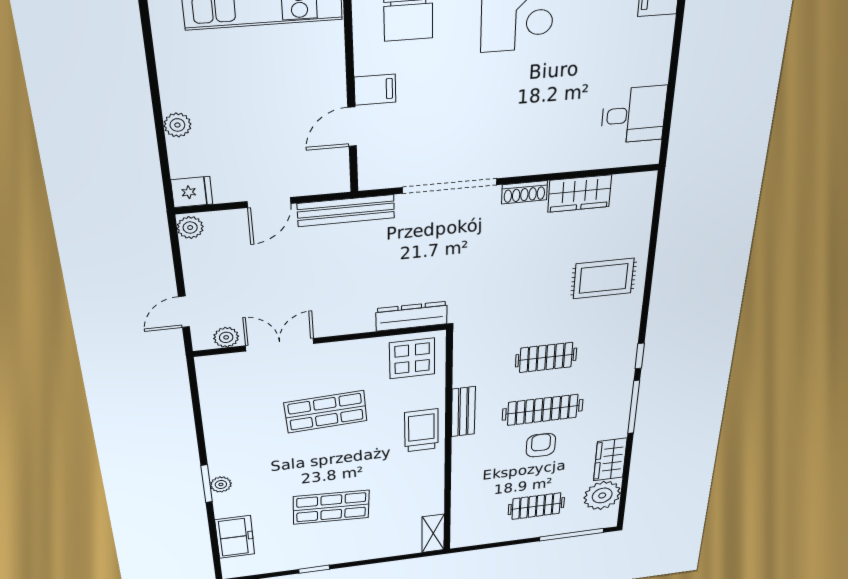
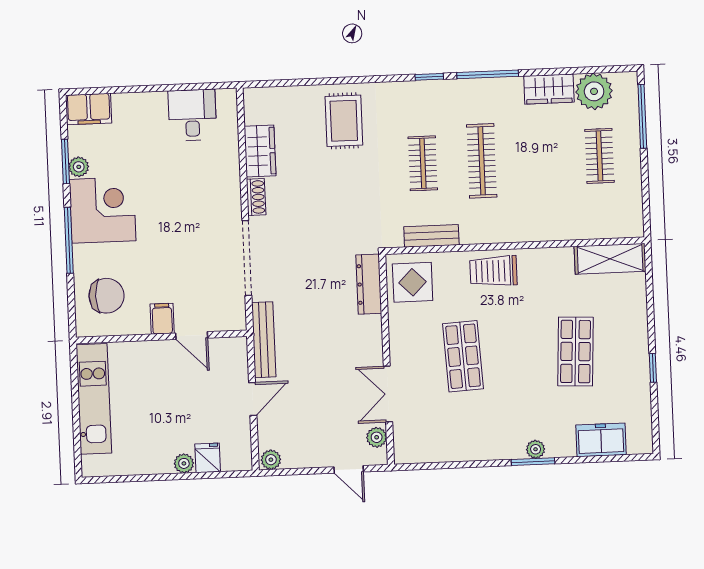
fridge: (192, 192) -> (208, 458), moved
door: (269, 202) -> (253, 399), hinge flipped
bench: (463, 412) -> (431, 236), moved
armchair: (541, 445) -> (523, 159), removed
shelving: (433, 533) -> (610, 259), width x1.50, depth x1.33

